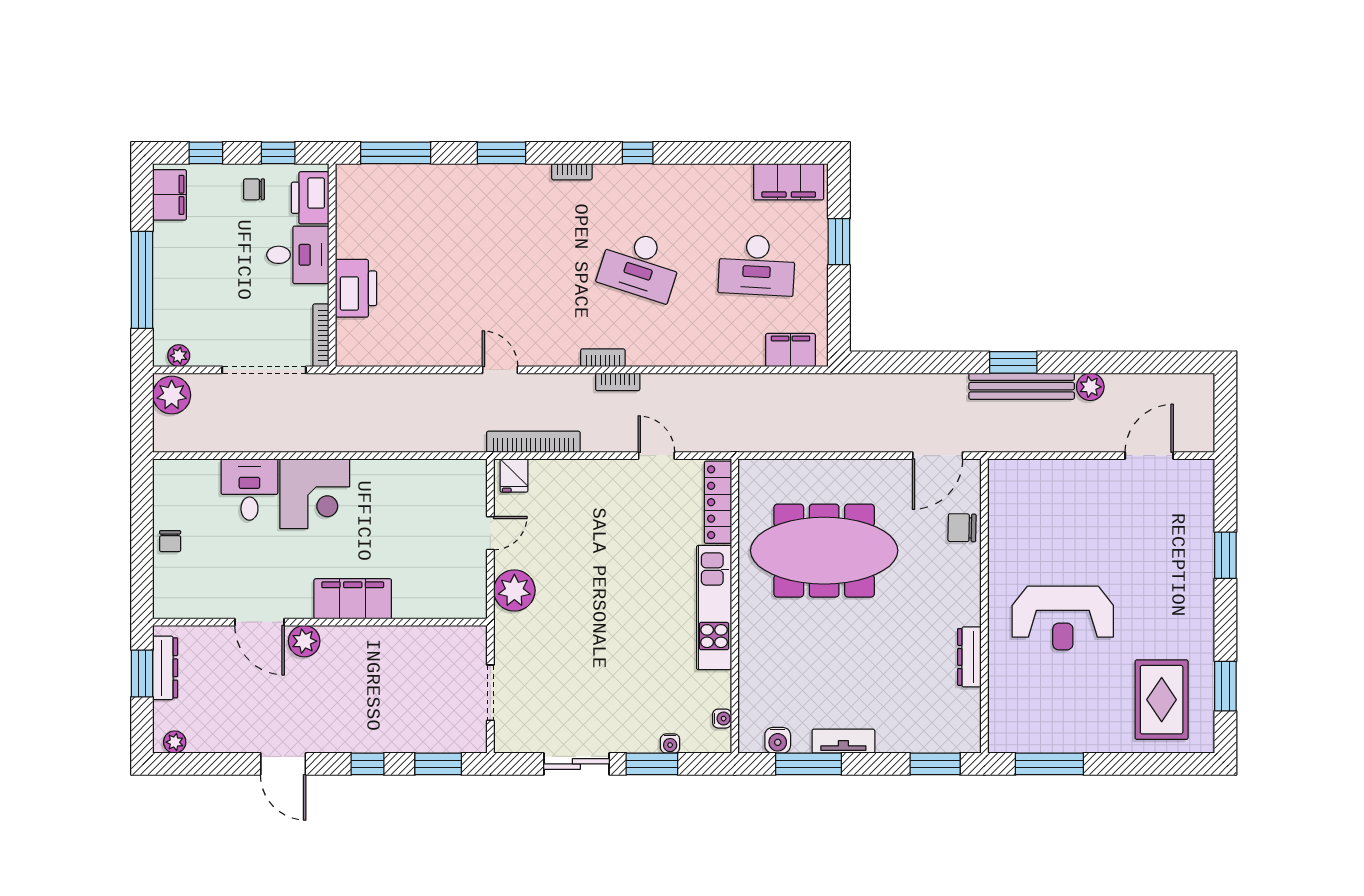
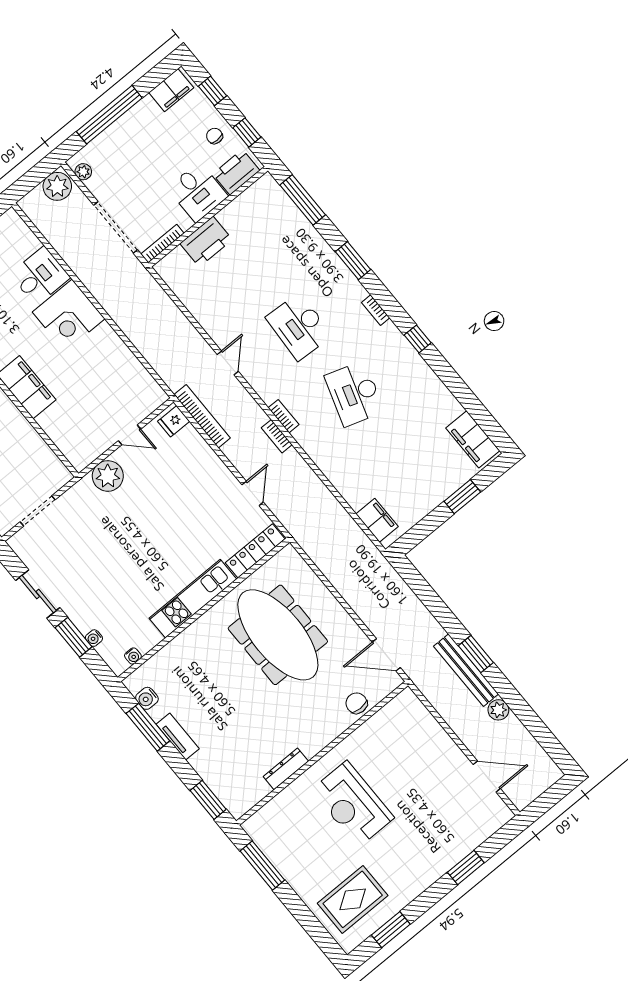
desk: (757, 265) -> (299, 327), moved

